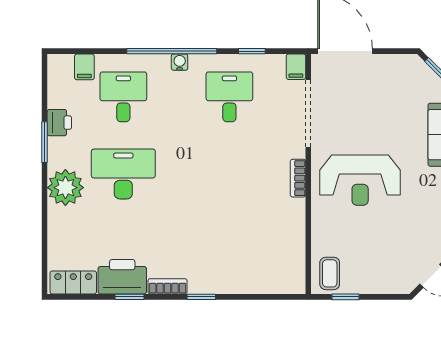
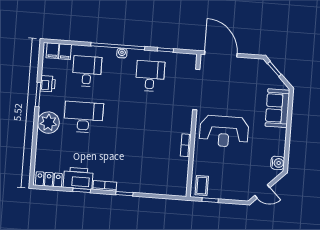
filing cabinet: (296, 67) -> (52, 51), moved
bookcase: (298, 178) -> (186, 145), moved

